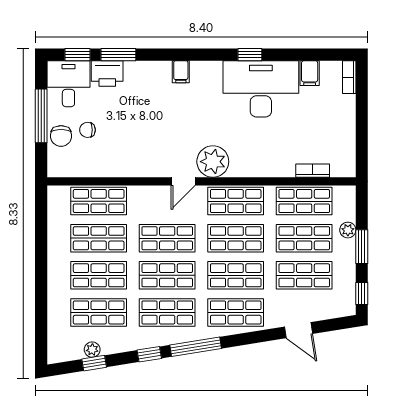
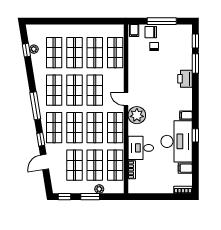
filing cabinet: (181, 72) -> (186, 115), moved
printer: (107, 74) -> (185, 79), moved
desk: (68, 84) -> (141, 148), moved, turned 180
filing cabinet: (58, 166) -> (134, 30), added
window: (149, 354) -> (41, 139), moved

